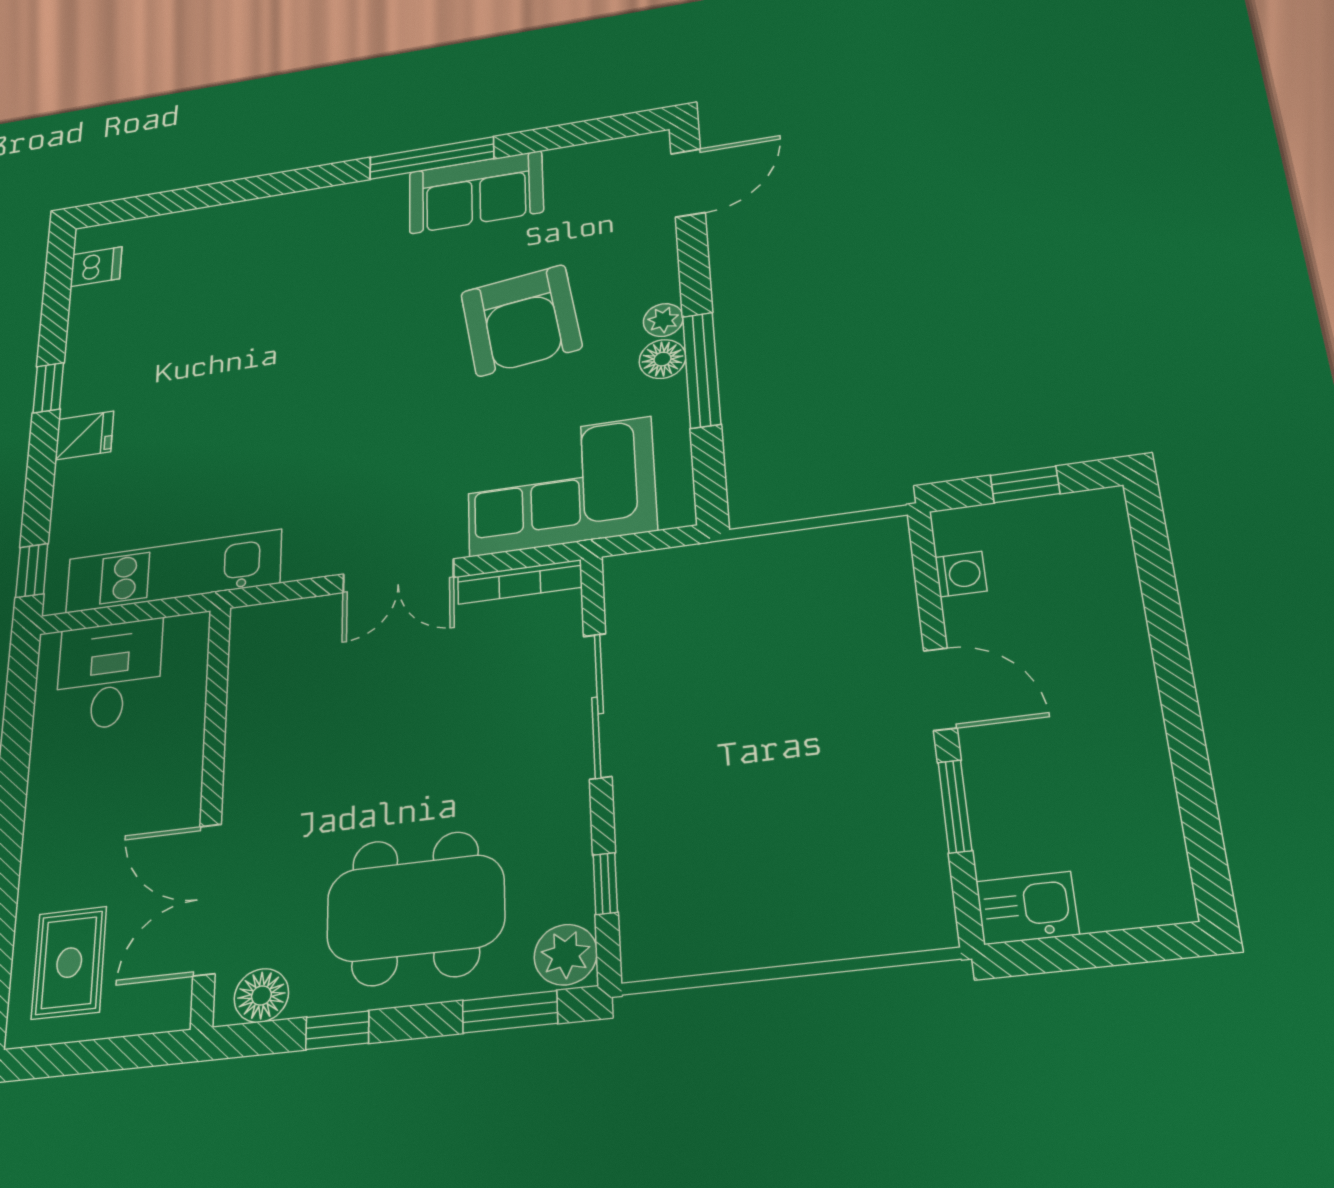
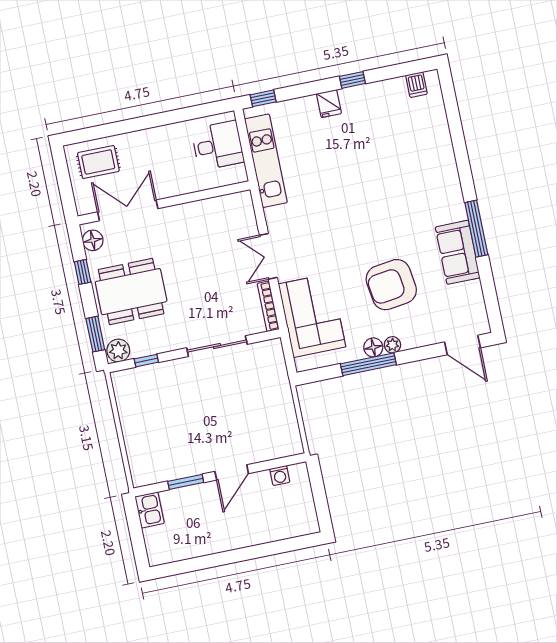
window: (1025, 484) -> (320, 496), removed
dining table: (415, 908) -> (131, 292), turned 90

